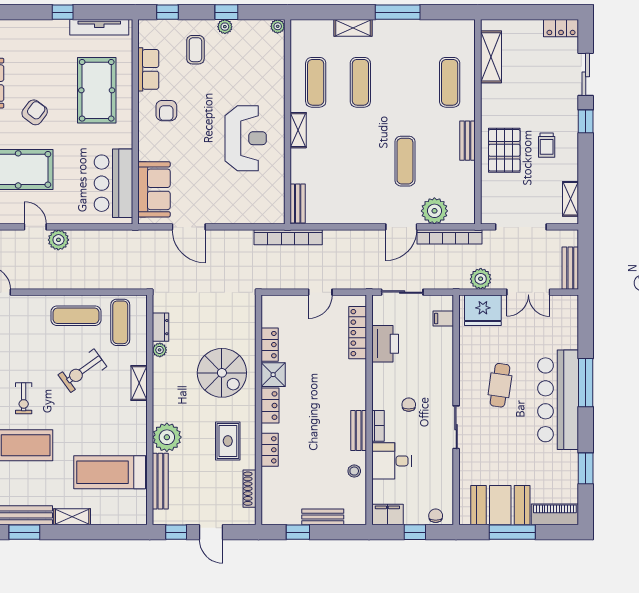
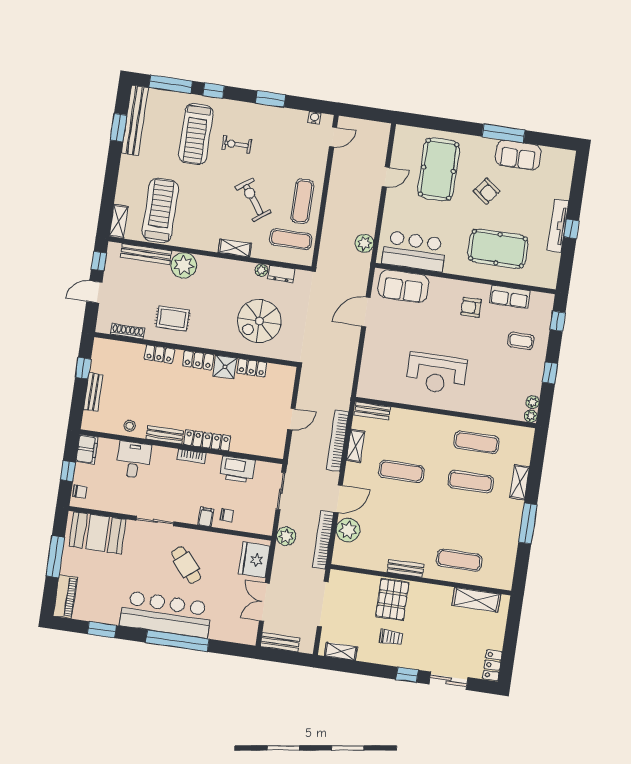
tv unit: (99, 27) -> (558, 226), moved
plant: (225, 27) -> (533, 402), moved
shelving: (298, 130) -> (356, 446), moved, turned 90
trolley: (547, 145) -> (391, 637), turned 180
pallet: (504, 150) -> (392, 599), turned 90
exercise mat: (405, 161) -> (401, 471), moved
door: (401, 227) -> (338, 499), swing flipped
bookcase: (288, 237) -> (338, 441), moved
plant: (58, 240) -> (364, 243), moved
plant: (481, 279) -> (286, 536), moved
door: (320, 292) -> (291, 419), swing flipped
filing cabinet: (443, 319) -> (206, 517), moved
locker: (358, 333) -> (207, 440), moved
spiral stairs: (222, 373) -> (259, 321), moved
window: (586, 383) -> (177, 641), width x1.46
cafe table: (500, 385) -> (186, 565), turned 42
chair: (409, 405) -> (227, 515), moved
bookcase: (378, 426) -> (192, 456), moved
booth: (500, 505) -> (97, 533), moved, turned 90
shelving: (72, 517) -> (119, 221), moved

